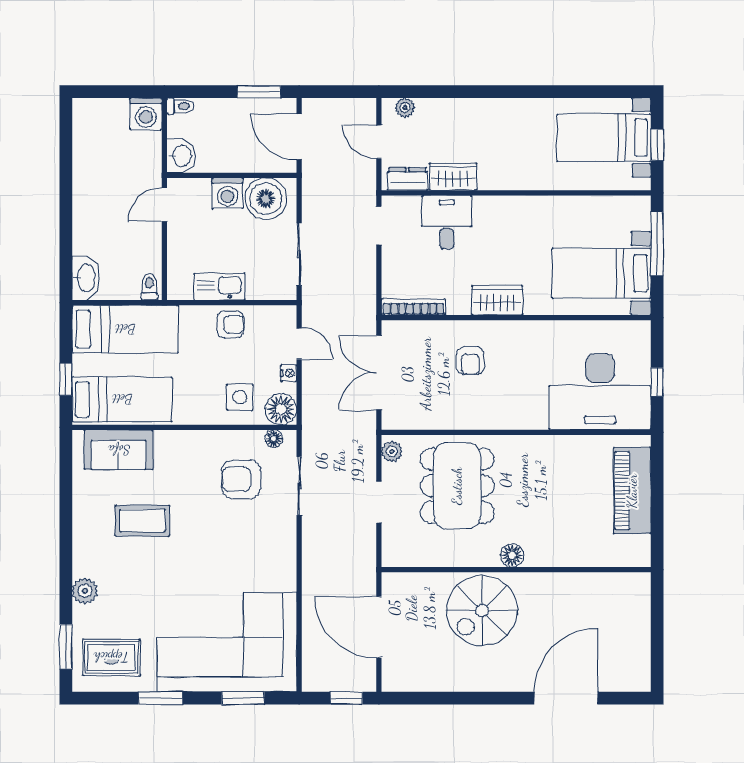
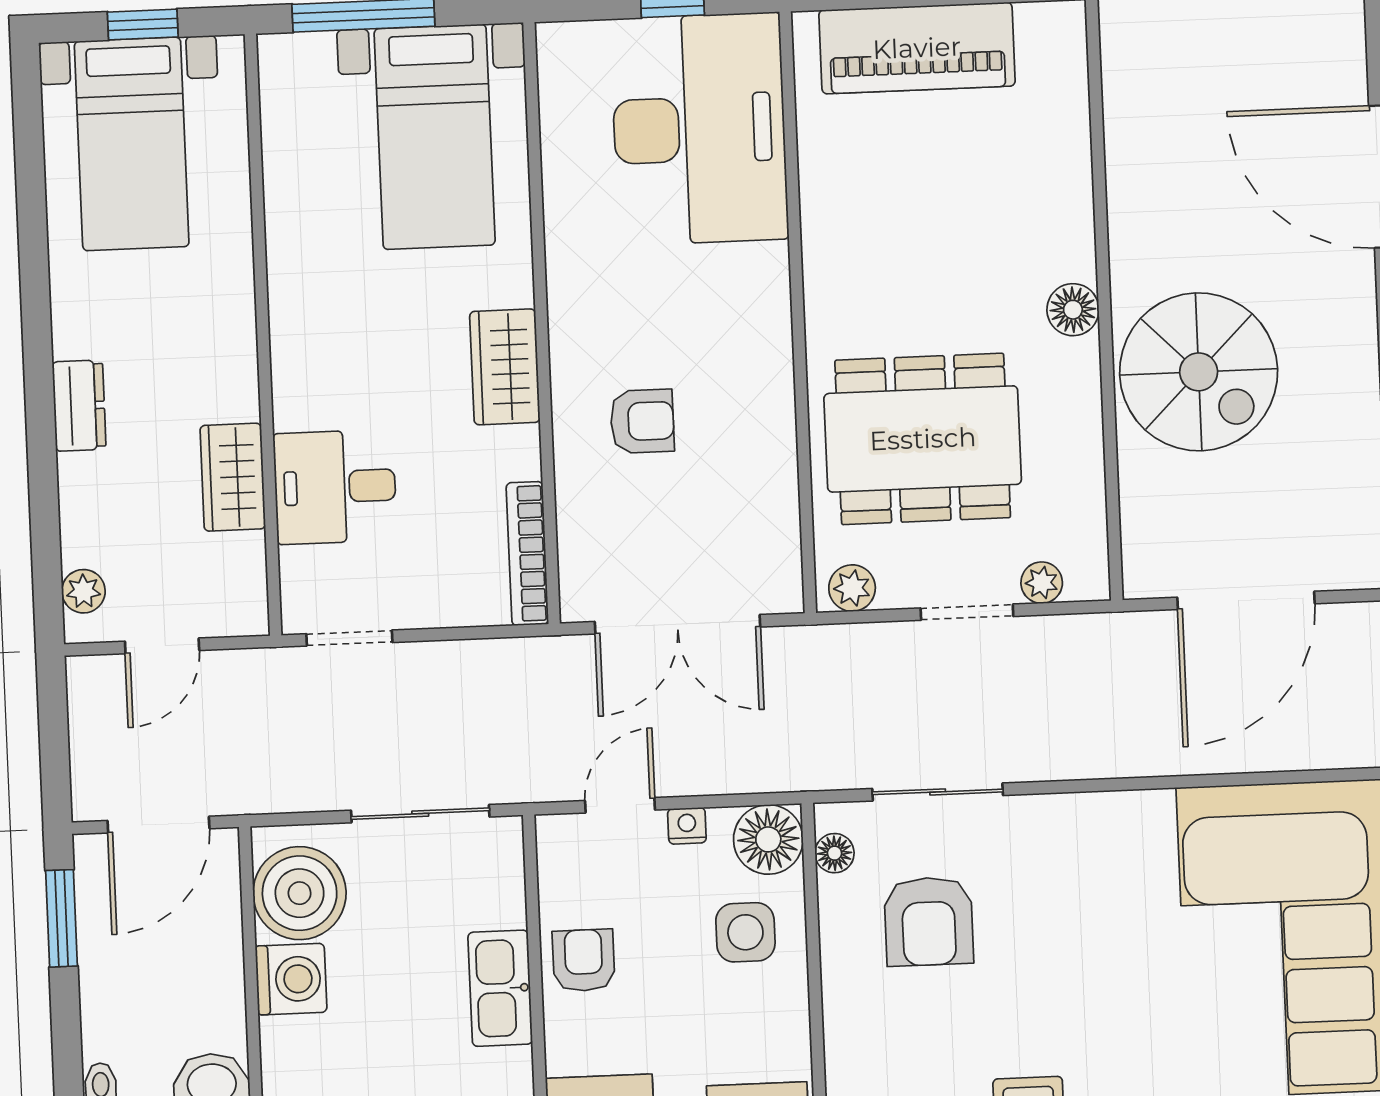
dresser: (407, 179) -> (79, 406), moved, turned 180
plant: (391, 536) -> (1042, 583), added

